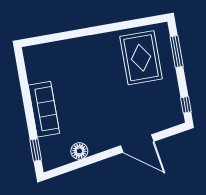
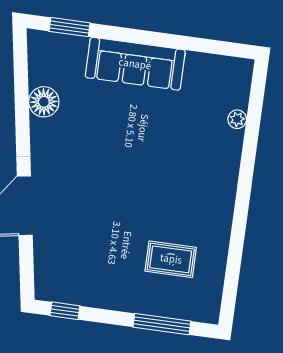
plant: (56, 46) -> (237, 119), added
rug: (141, 58) -> (171, 259), width x0.54, depth x0.49

